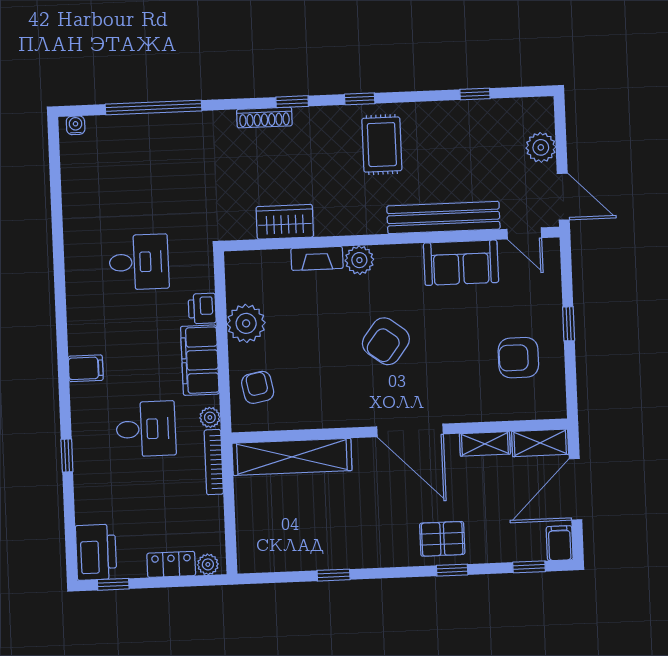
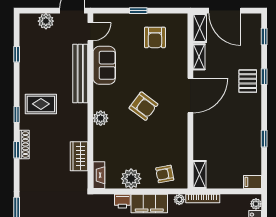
shoe rack: (264, 118) -> (24, 145), moved
fireplace: (317, 258) -> (99, 175), moved
shelving: (292, 457) -> (200, 175), width x0.45, depth x0.75
filing cabinet: (560, 543) -> (253, 182), moved

